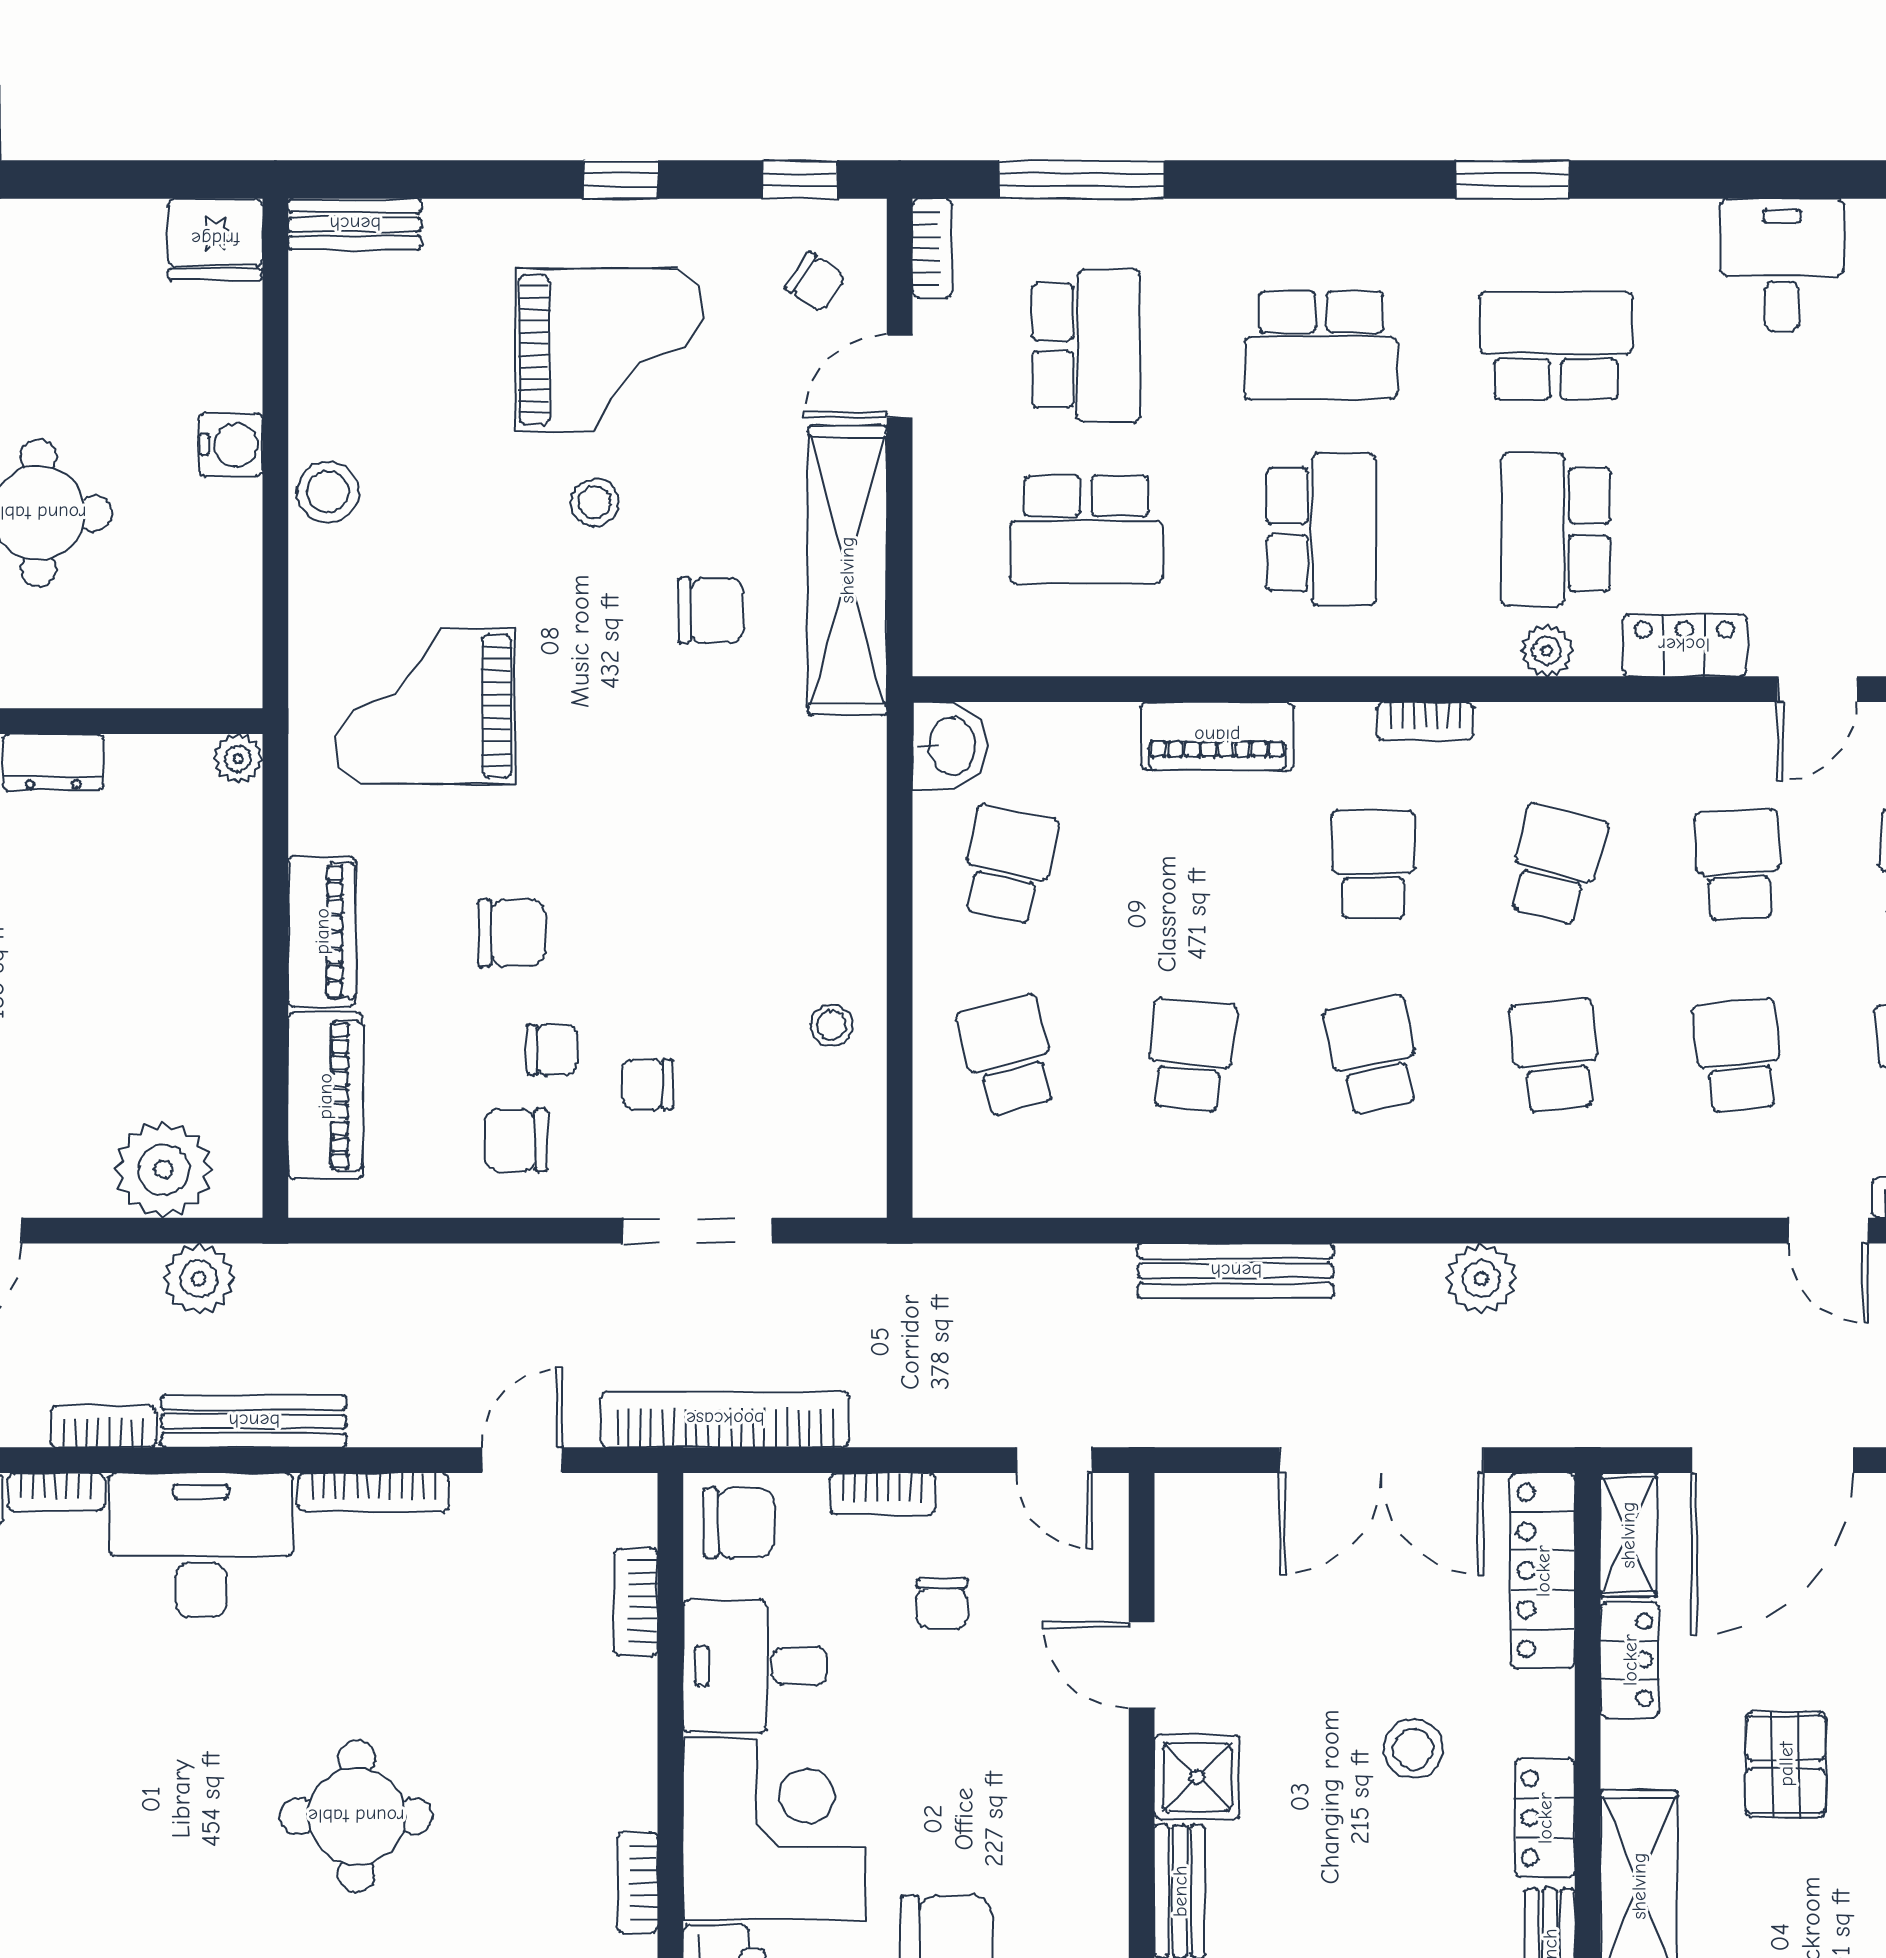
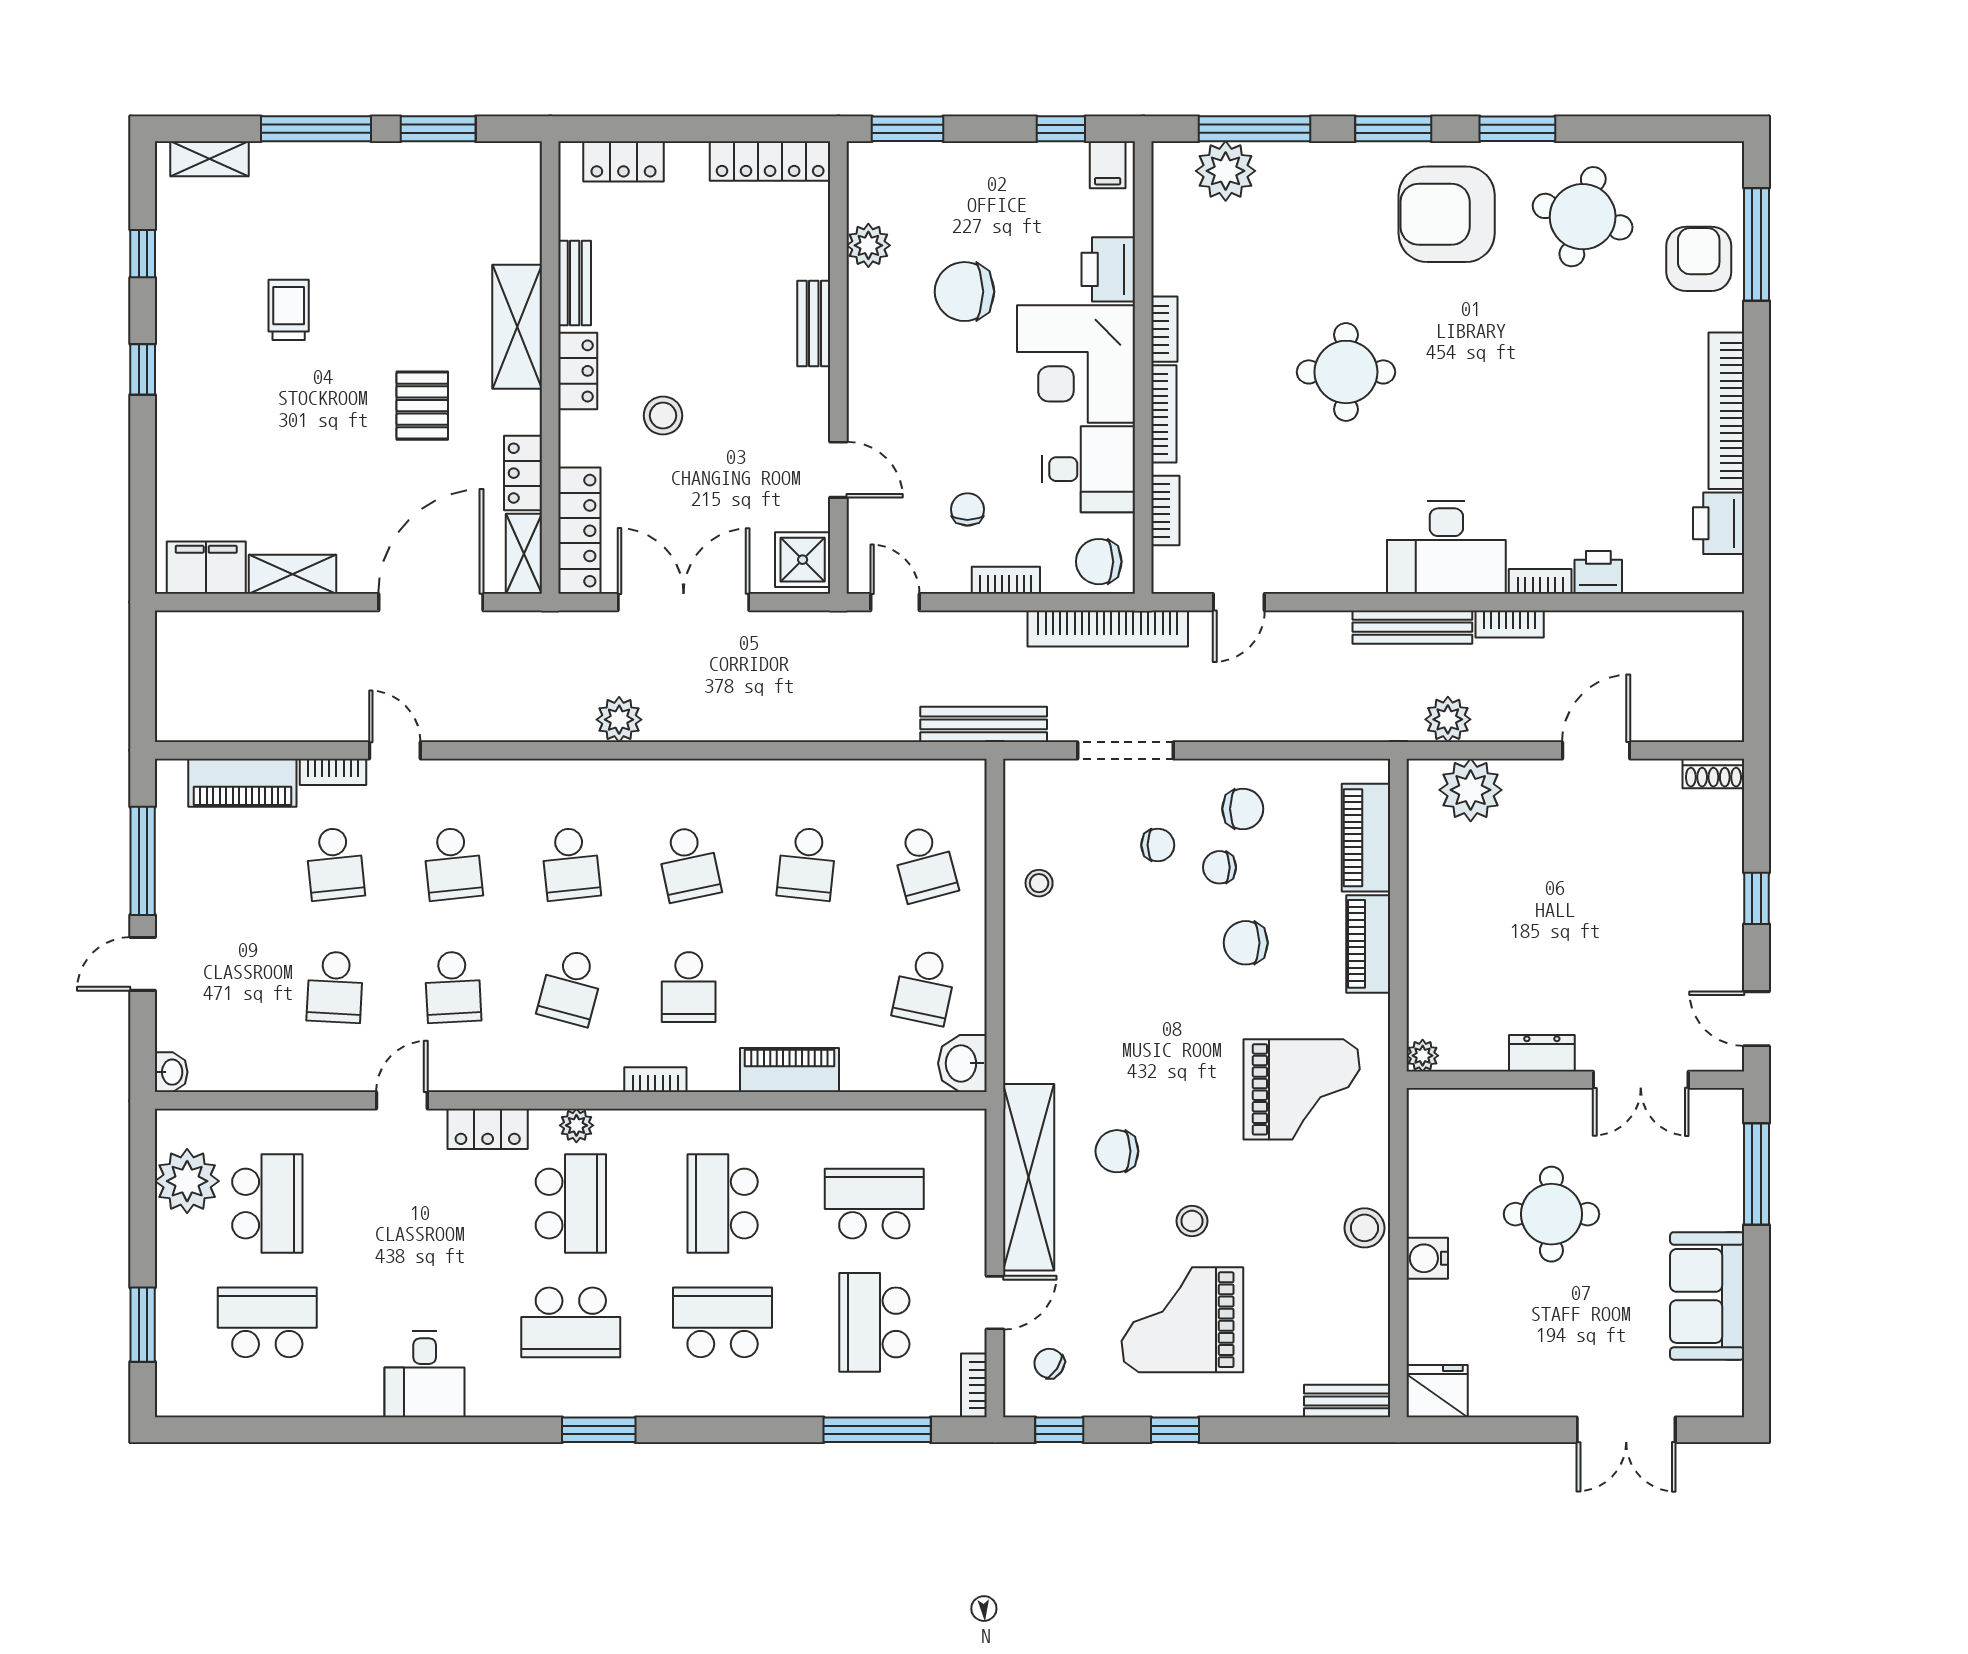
bench: (1236, 1271) -> (984, 724), moved
bookcase: (373, 1492) -> (1164, 414), moved, turned 90
shower: (1197, 1777) -> (803, 560), moved

